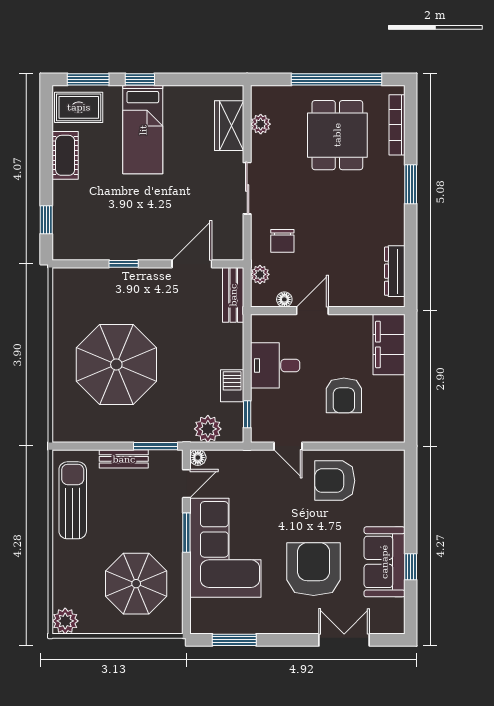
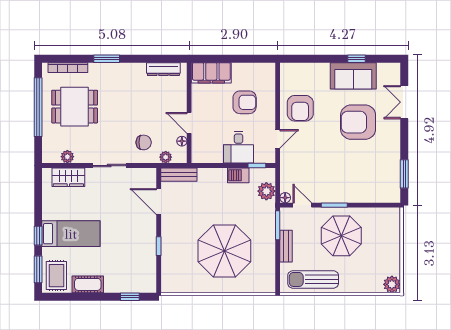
desk: (275, 365) -> (239, 147), moved
corner sofa: (225, 548) -> (344, 180), removed
parasol: (136, 584) -> (341, 236), moved

